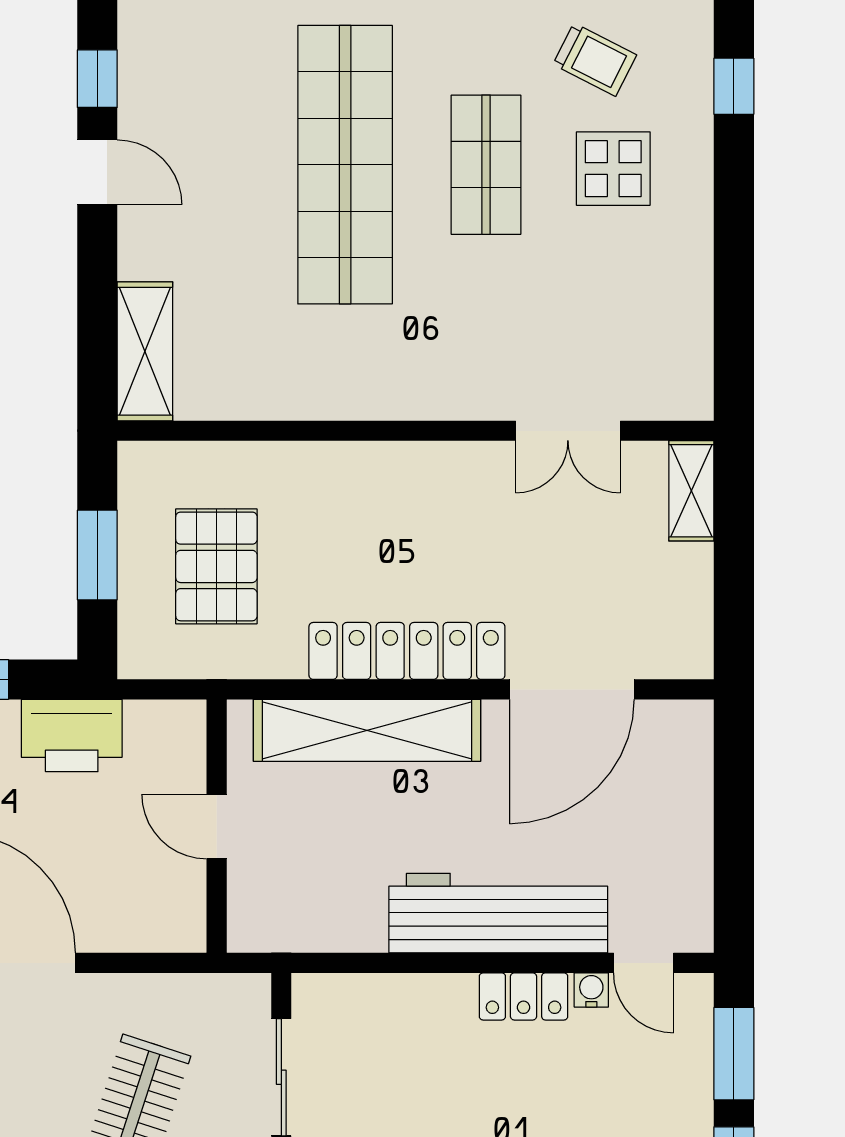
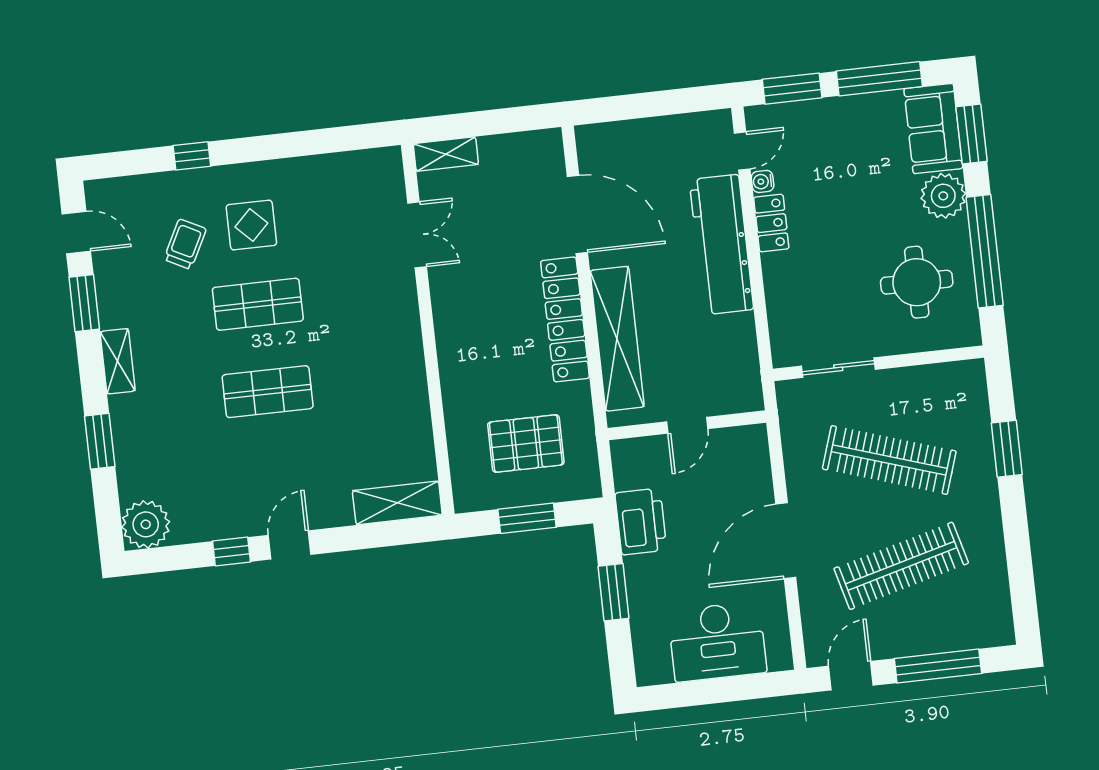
shop shelf: (345, 165) -> (268, 392), width x0.50, depth x0.74

